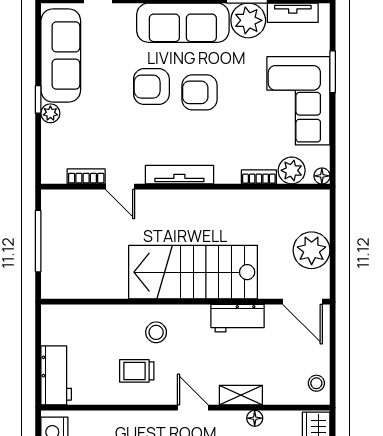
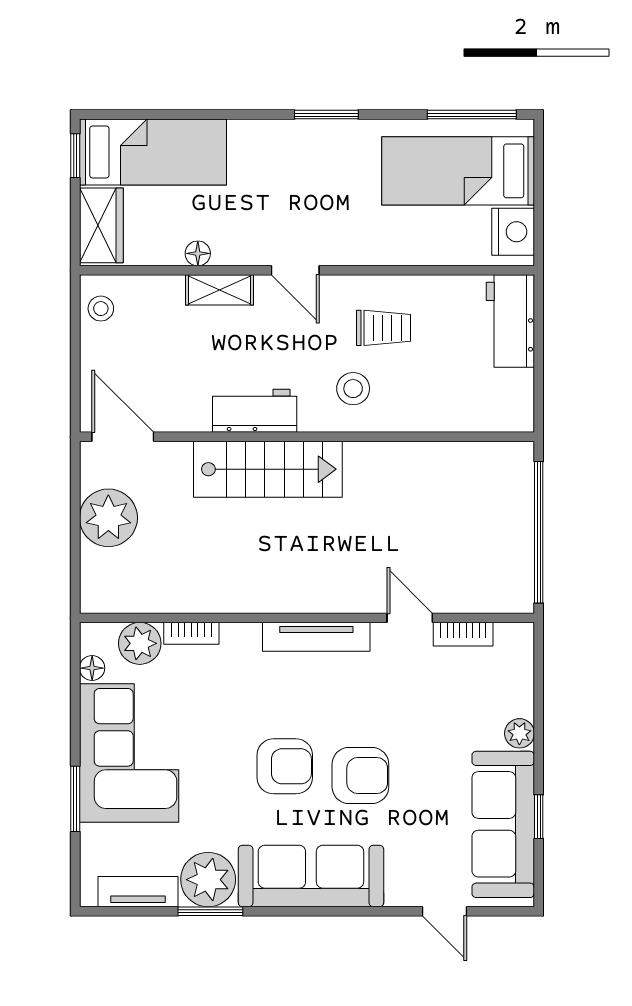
window: (38, 99) -> (539, 817), moved
floor lamp: (322, 176) -> (92, 668), moved
window: (38, 241) -> (539, 532), width x1.46
stairs: (193, 272) -> (268, 469), width x0.73, depth x0.66
workbench: (238, 318) -> (255, 411), moved

